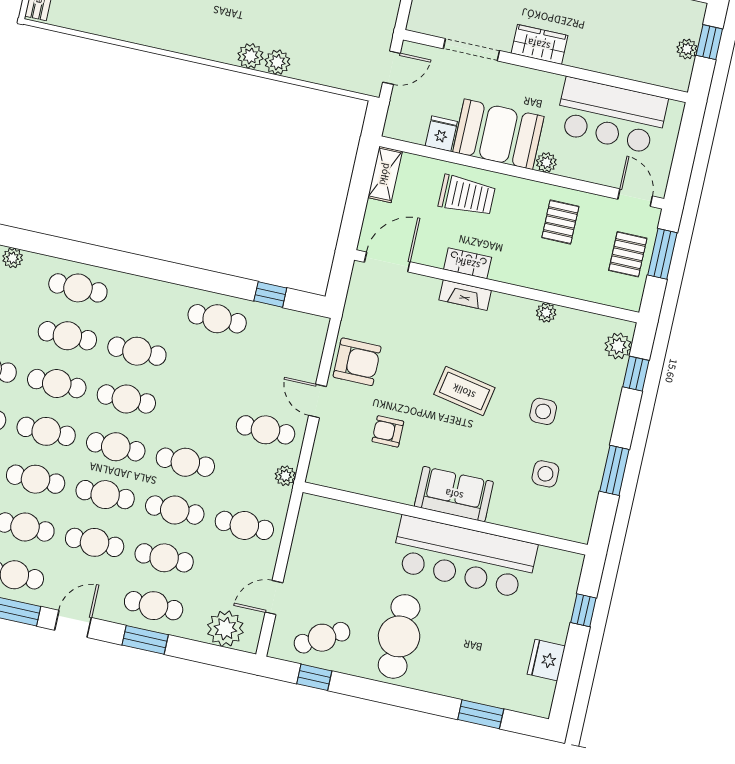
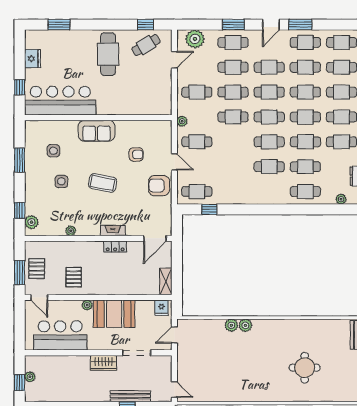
fridge: (441, 134) -> (161, 308), moved
trolley: (467, 196) -> (123, 280), removed
cafe table: (217, 319) -> (197, 192), moved
bar counter: (464, 557) -> (60, 101), moved

